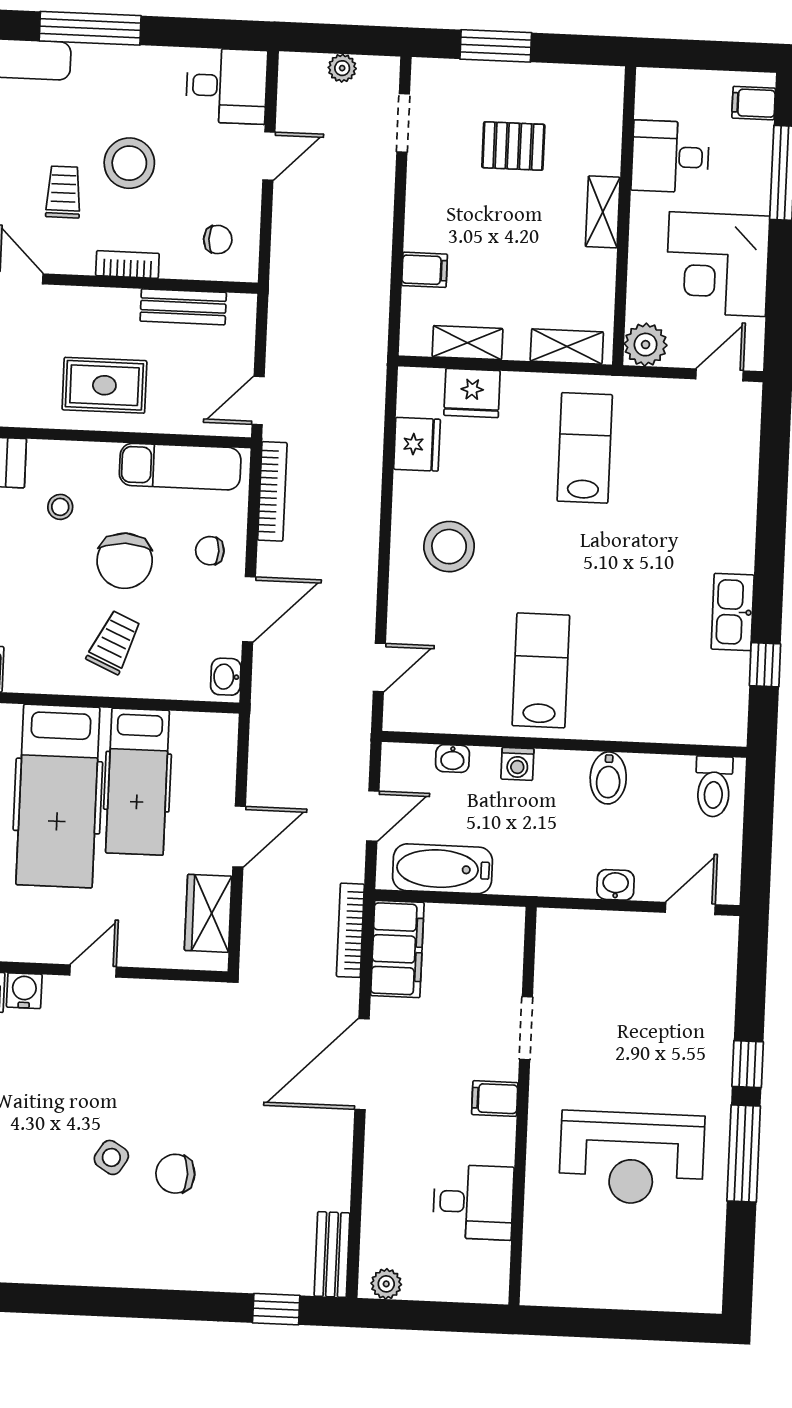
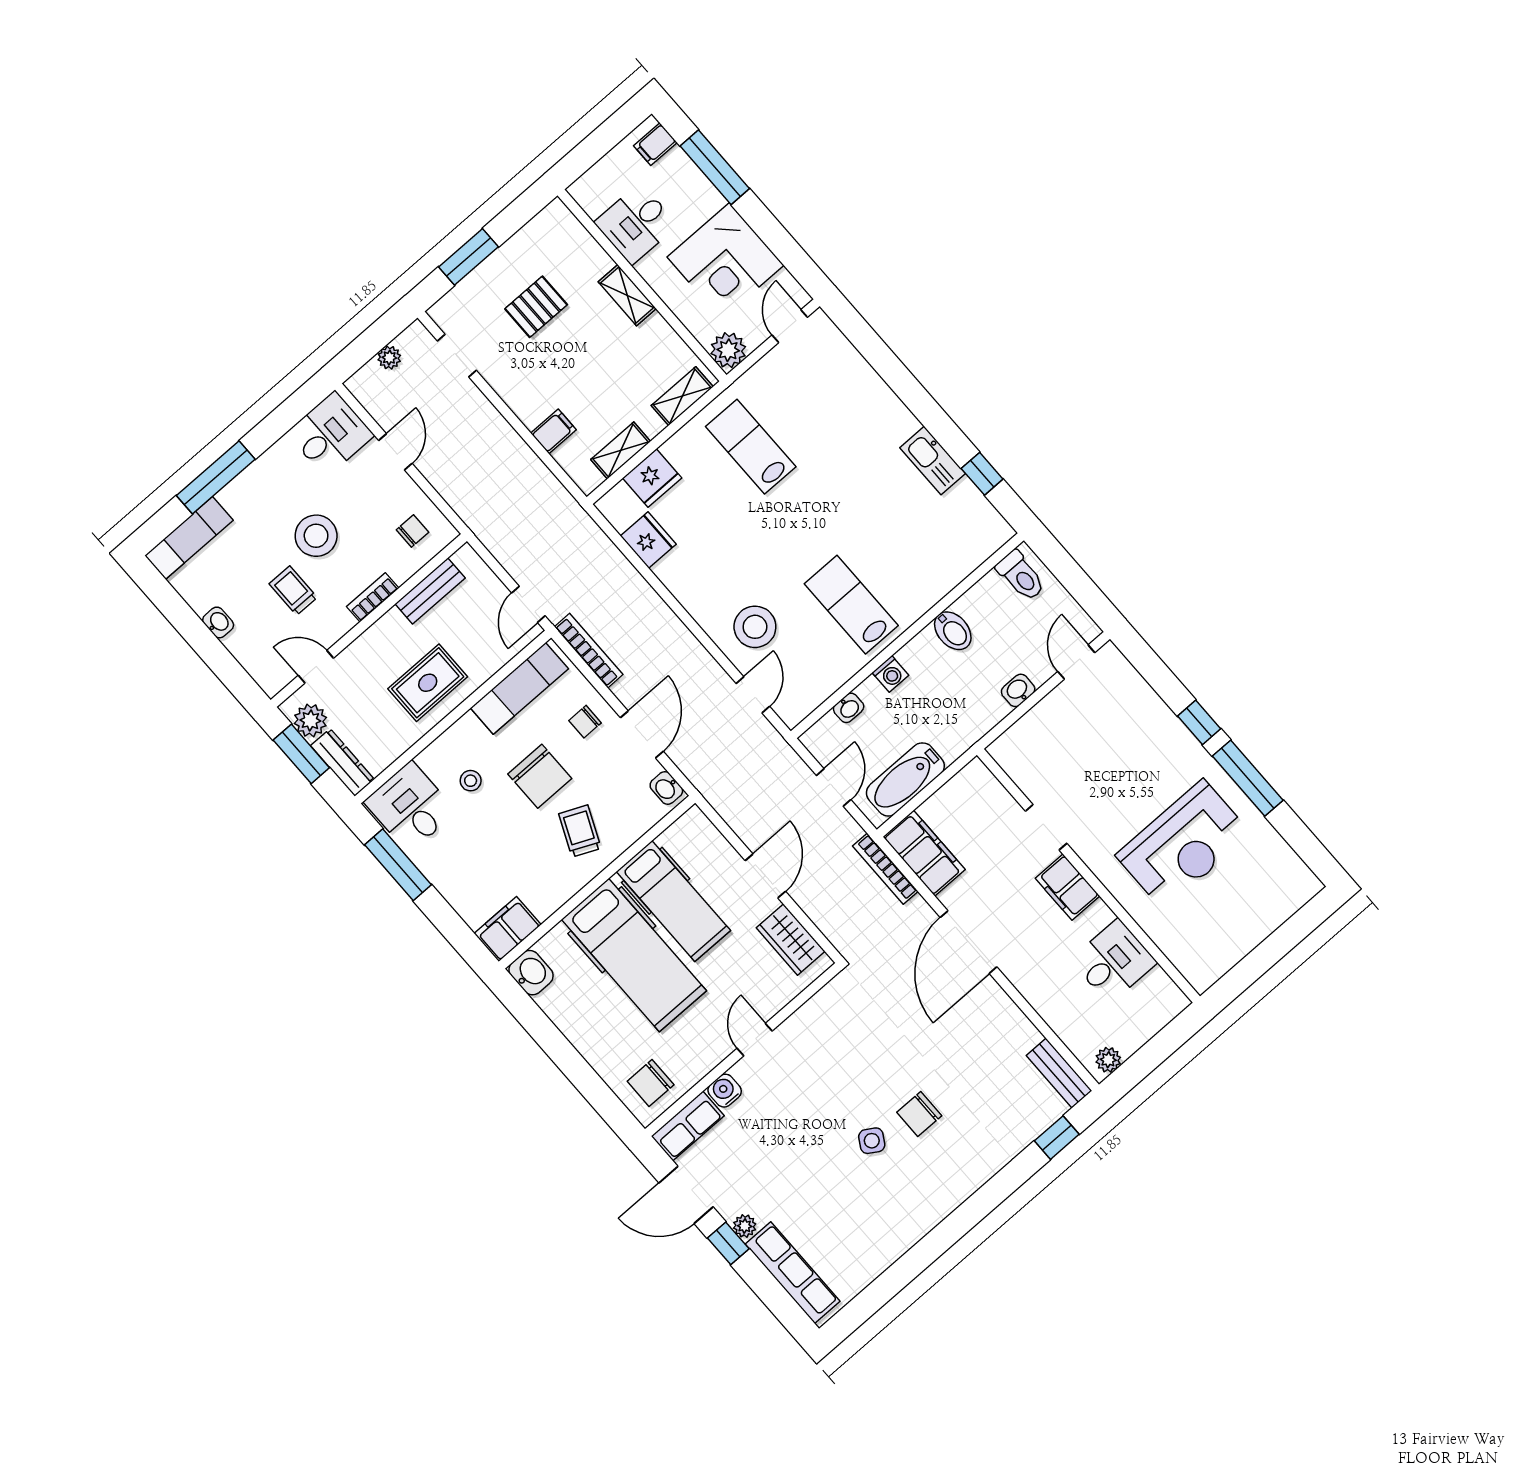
stool: (449, 547) -> (755, 627), moved
filing cabinet: (495, 1099) -> (1068, 887), width x2.00

